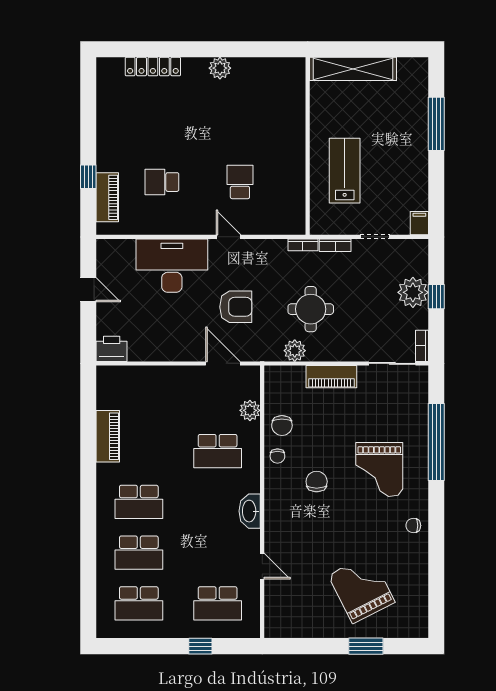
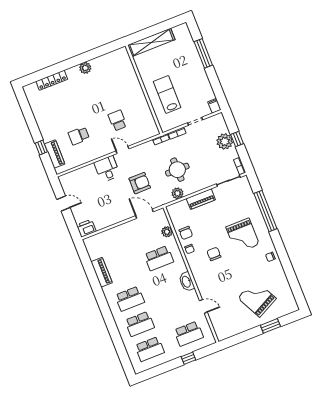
desk: (172, 266) -> (107, 169), width x0.53, depth x0.77

